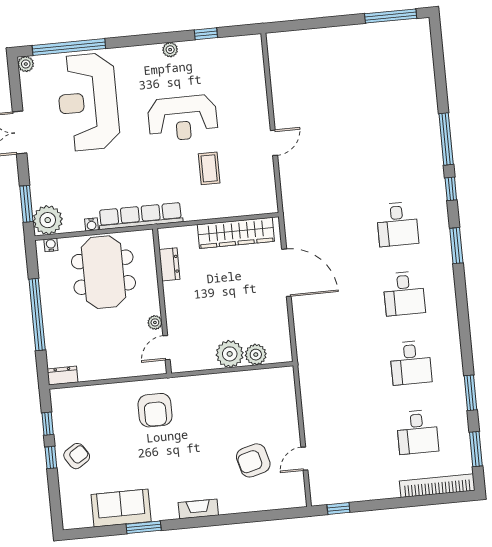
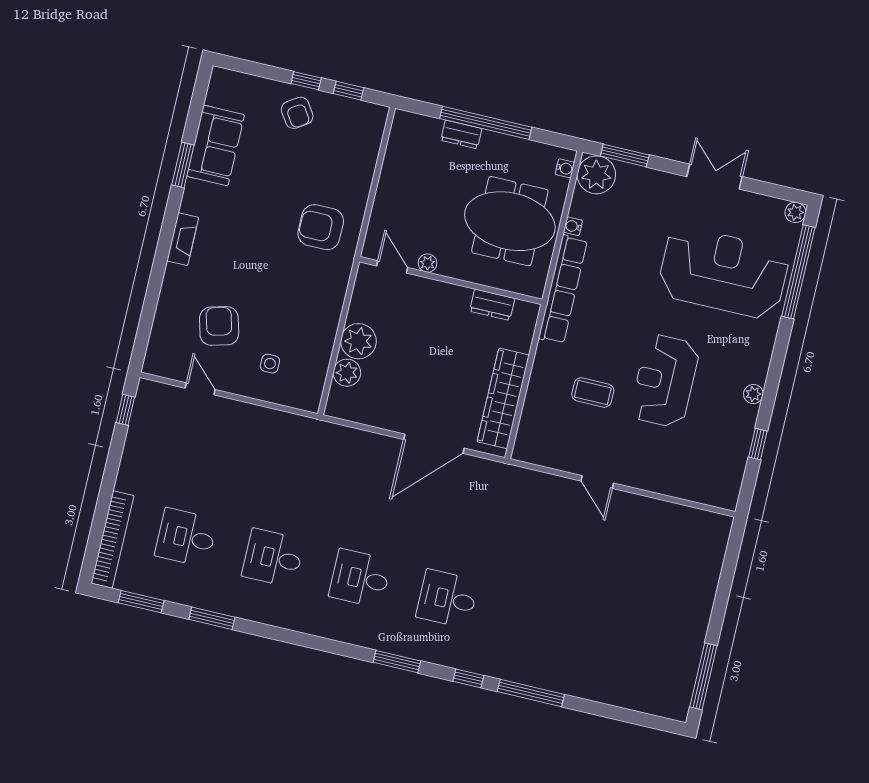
dresser: (62, 376) -> (461, 134), moved, turned 90
side table: (268, 414) -> (270, 364), added

